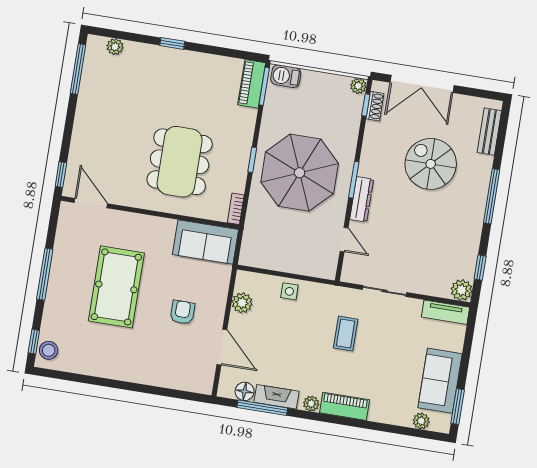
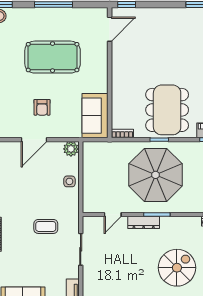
dining table: (180, 162) -> (167, 110), moved, turned 90
plant: (242, 303) -> (71, 149), moved
armchair: (182, 312) -> (42, 107), turned 90
door: (222, 347) -> (34, 140), moved

